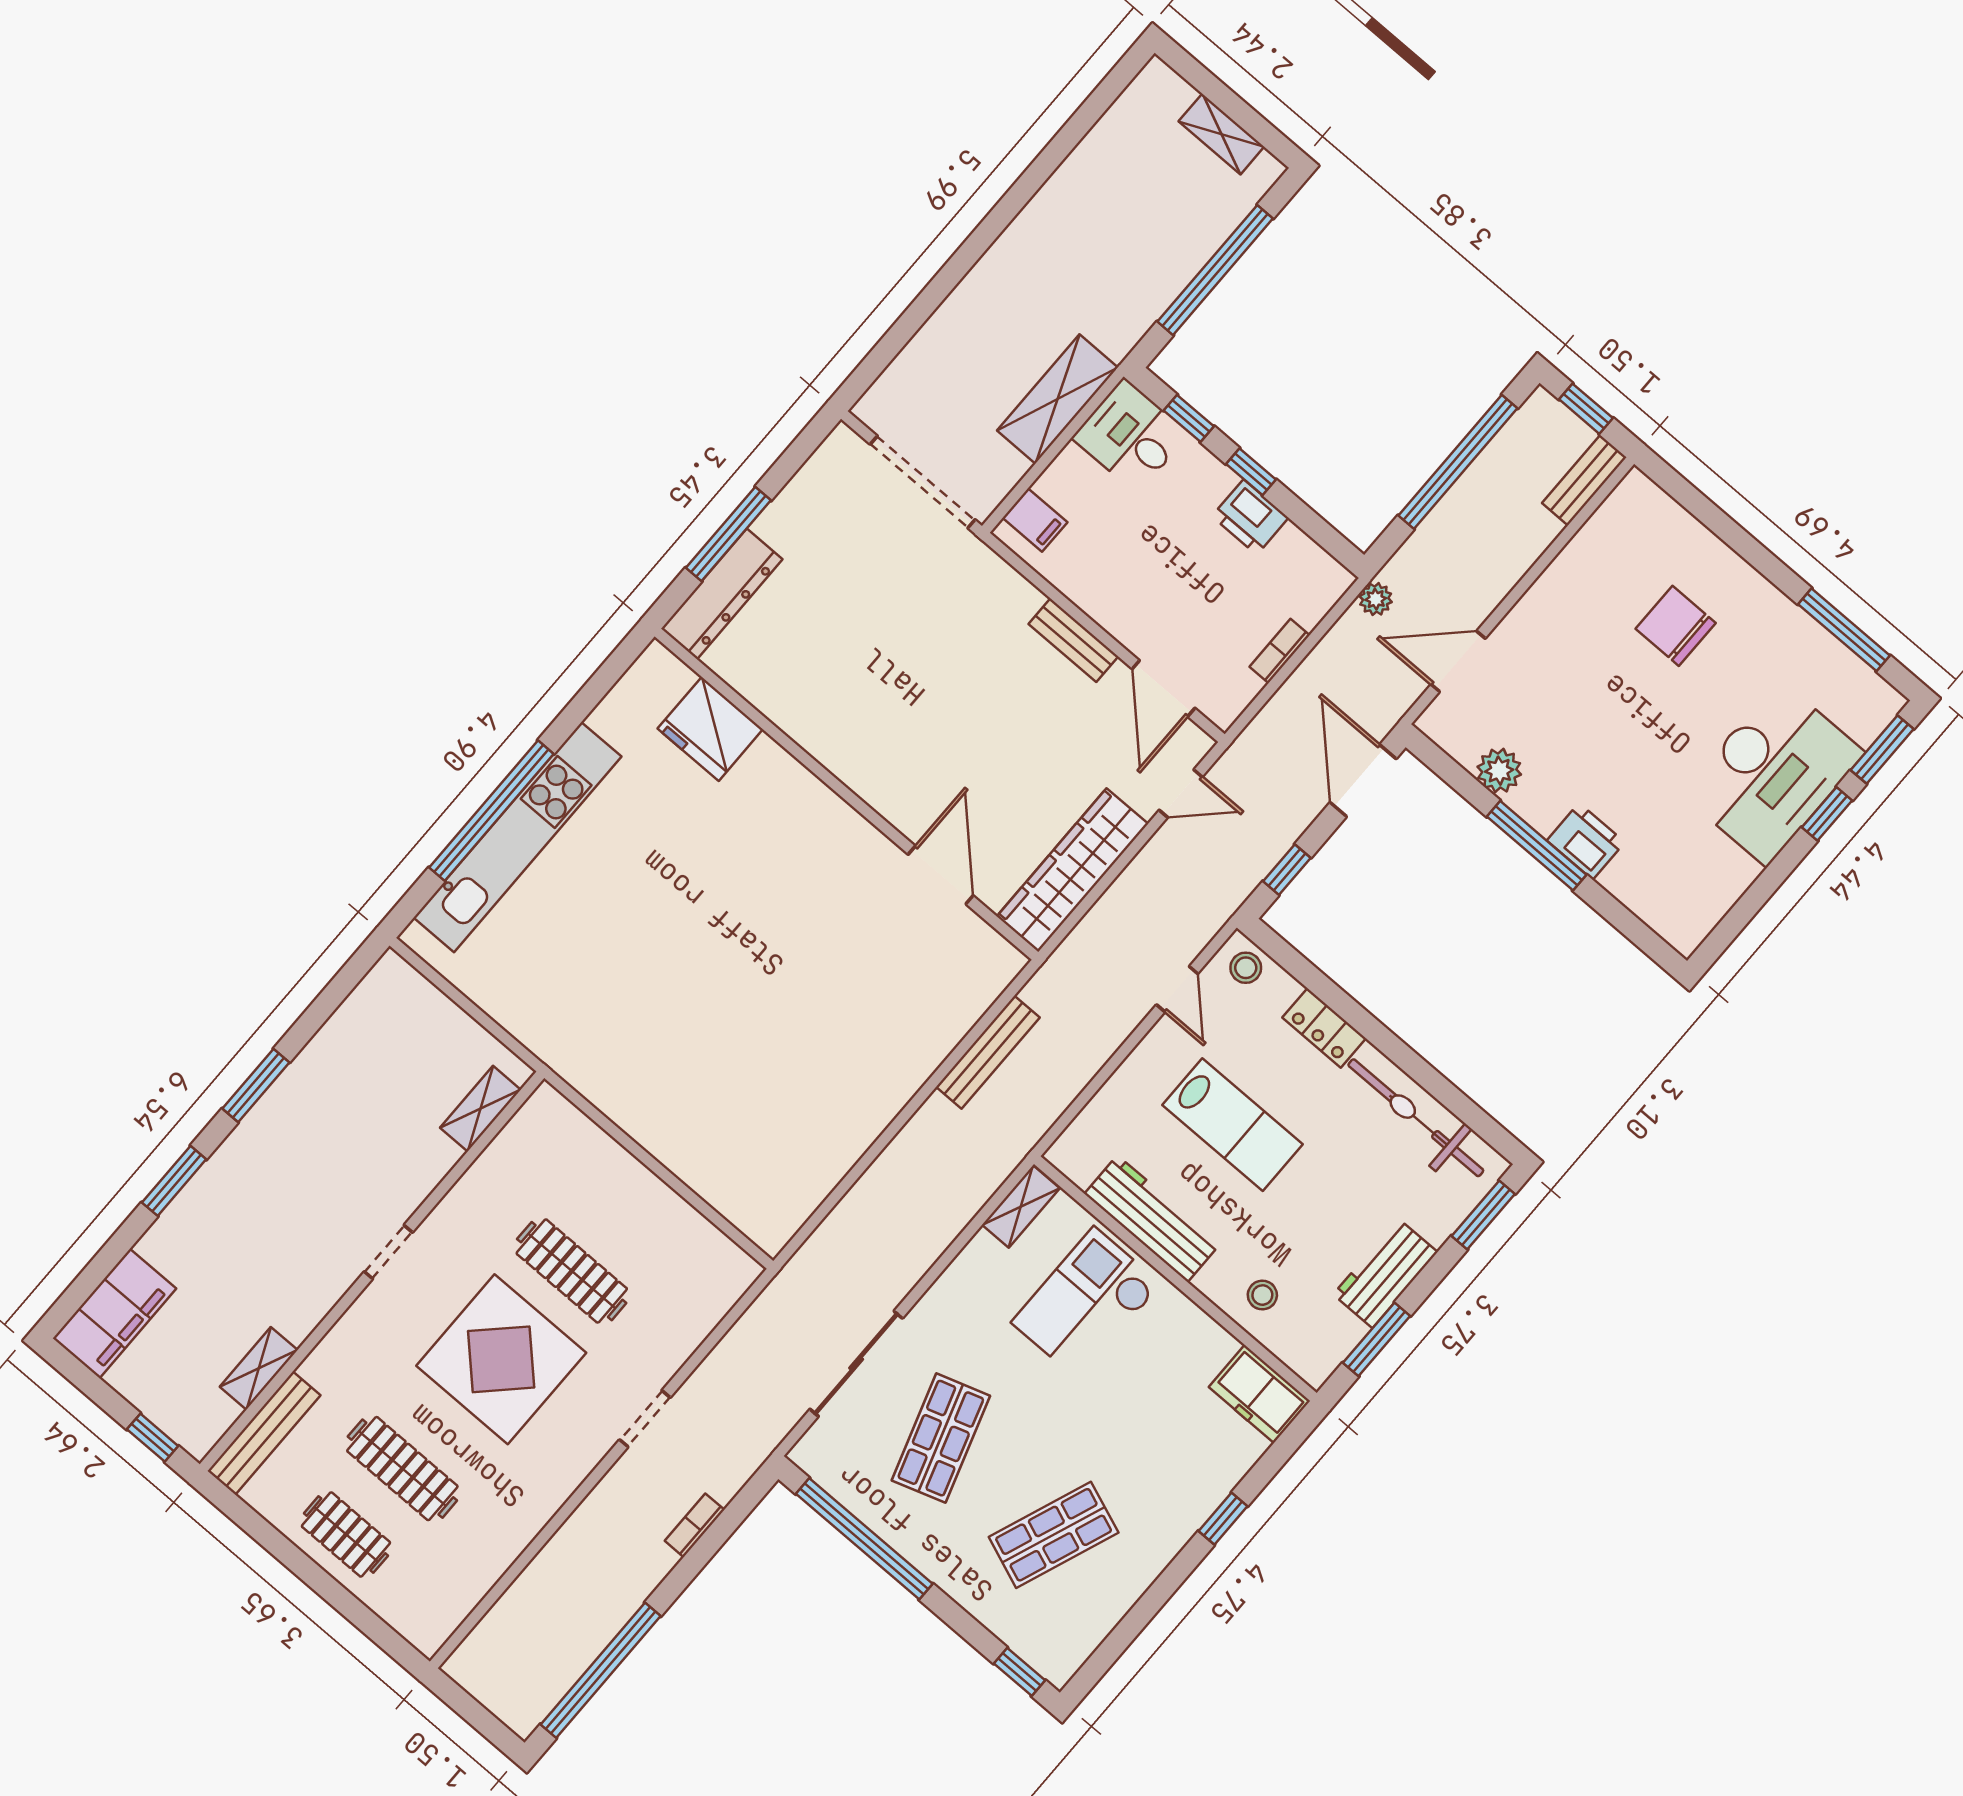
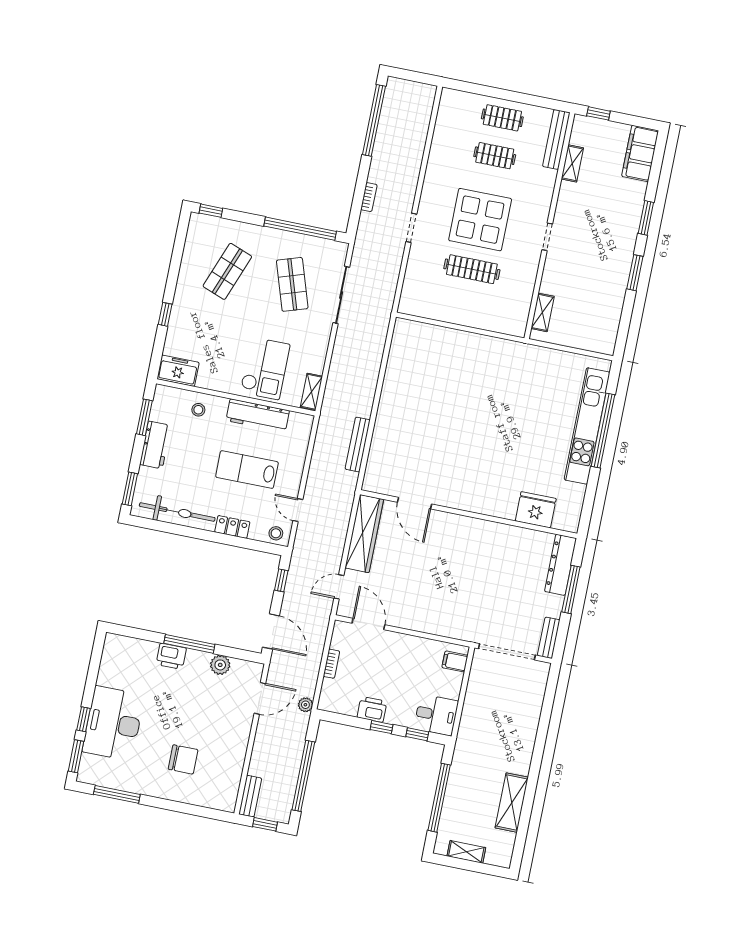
shelving: (1058, 399) -> (512, 803), moved
bench: (1073, 640) -> (549, 638), moved, turned 90
clothes rail: (402, 1469) -> (495, 156), width x0.73

